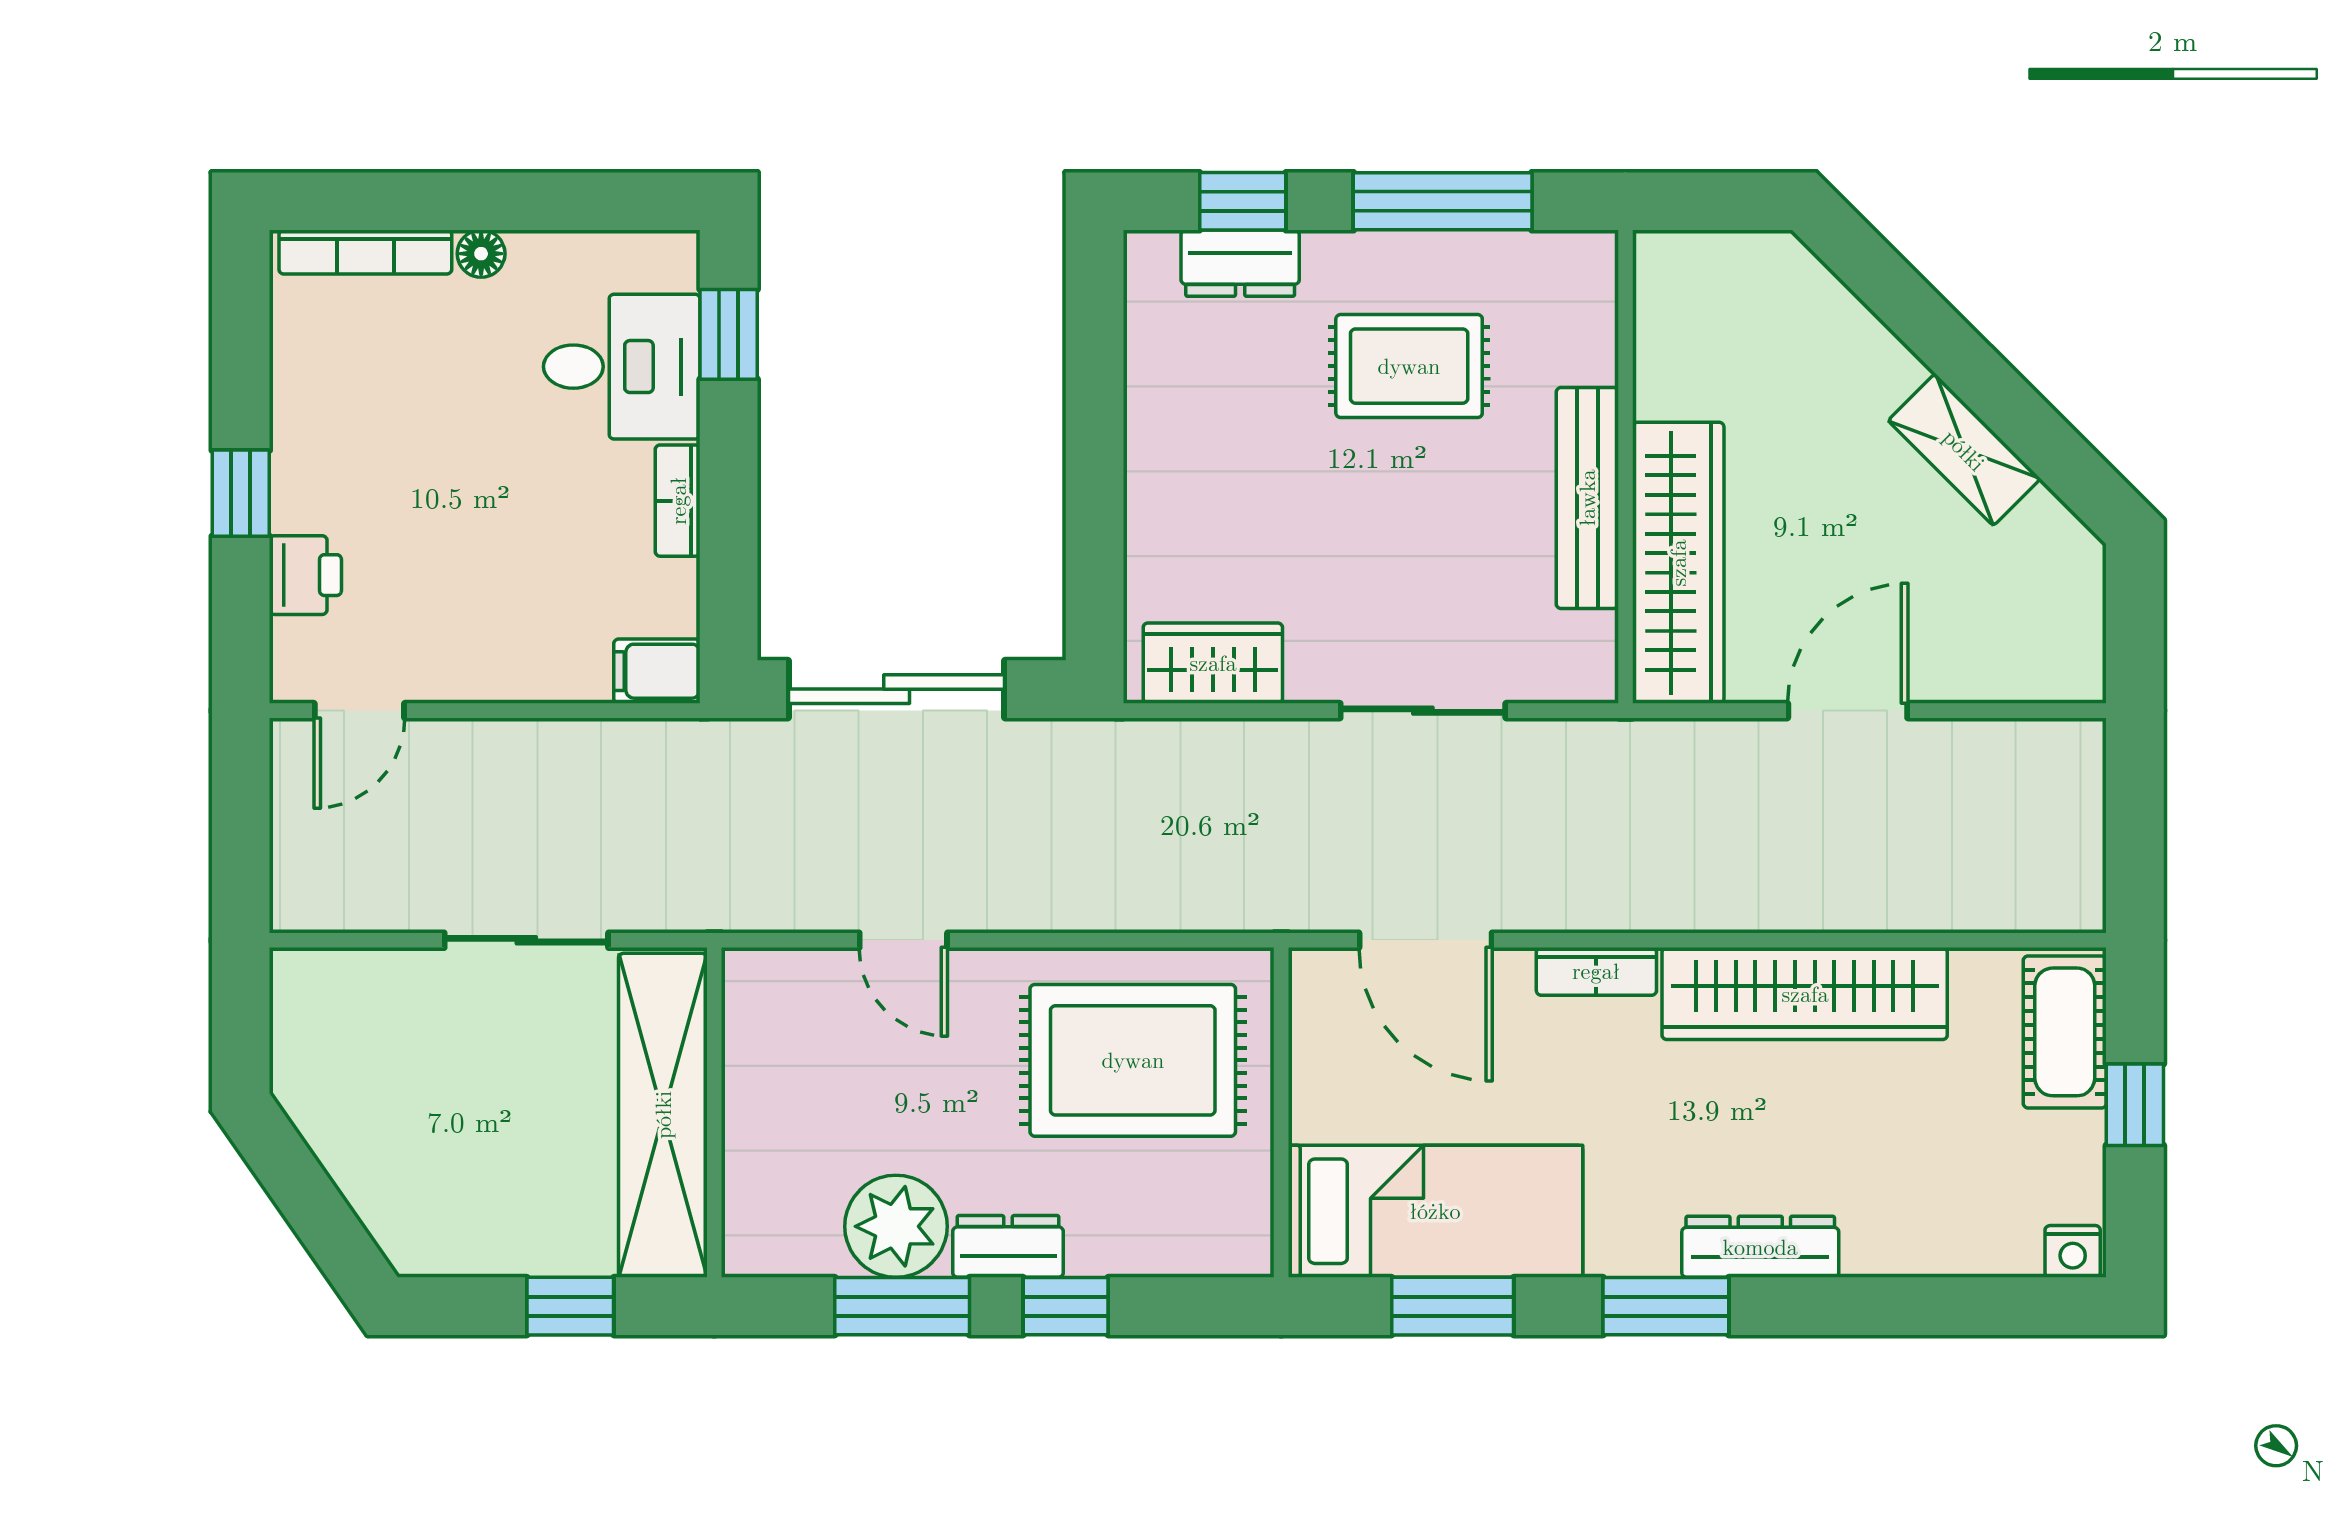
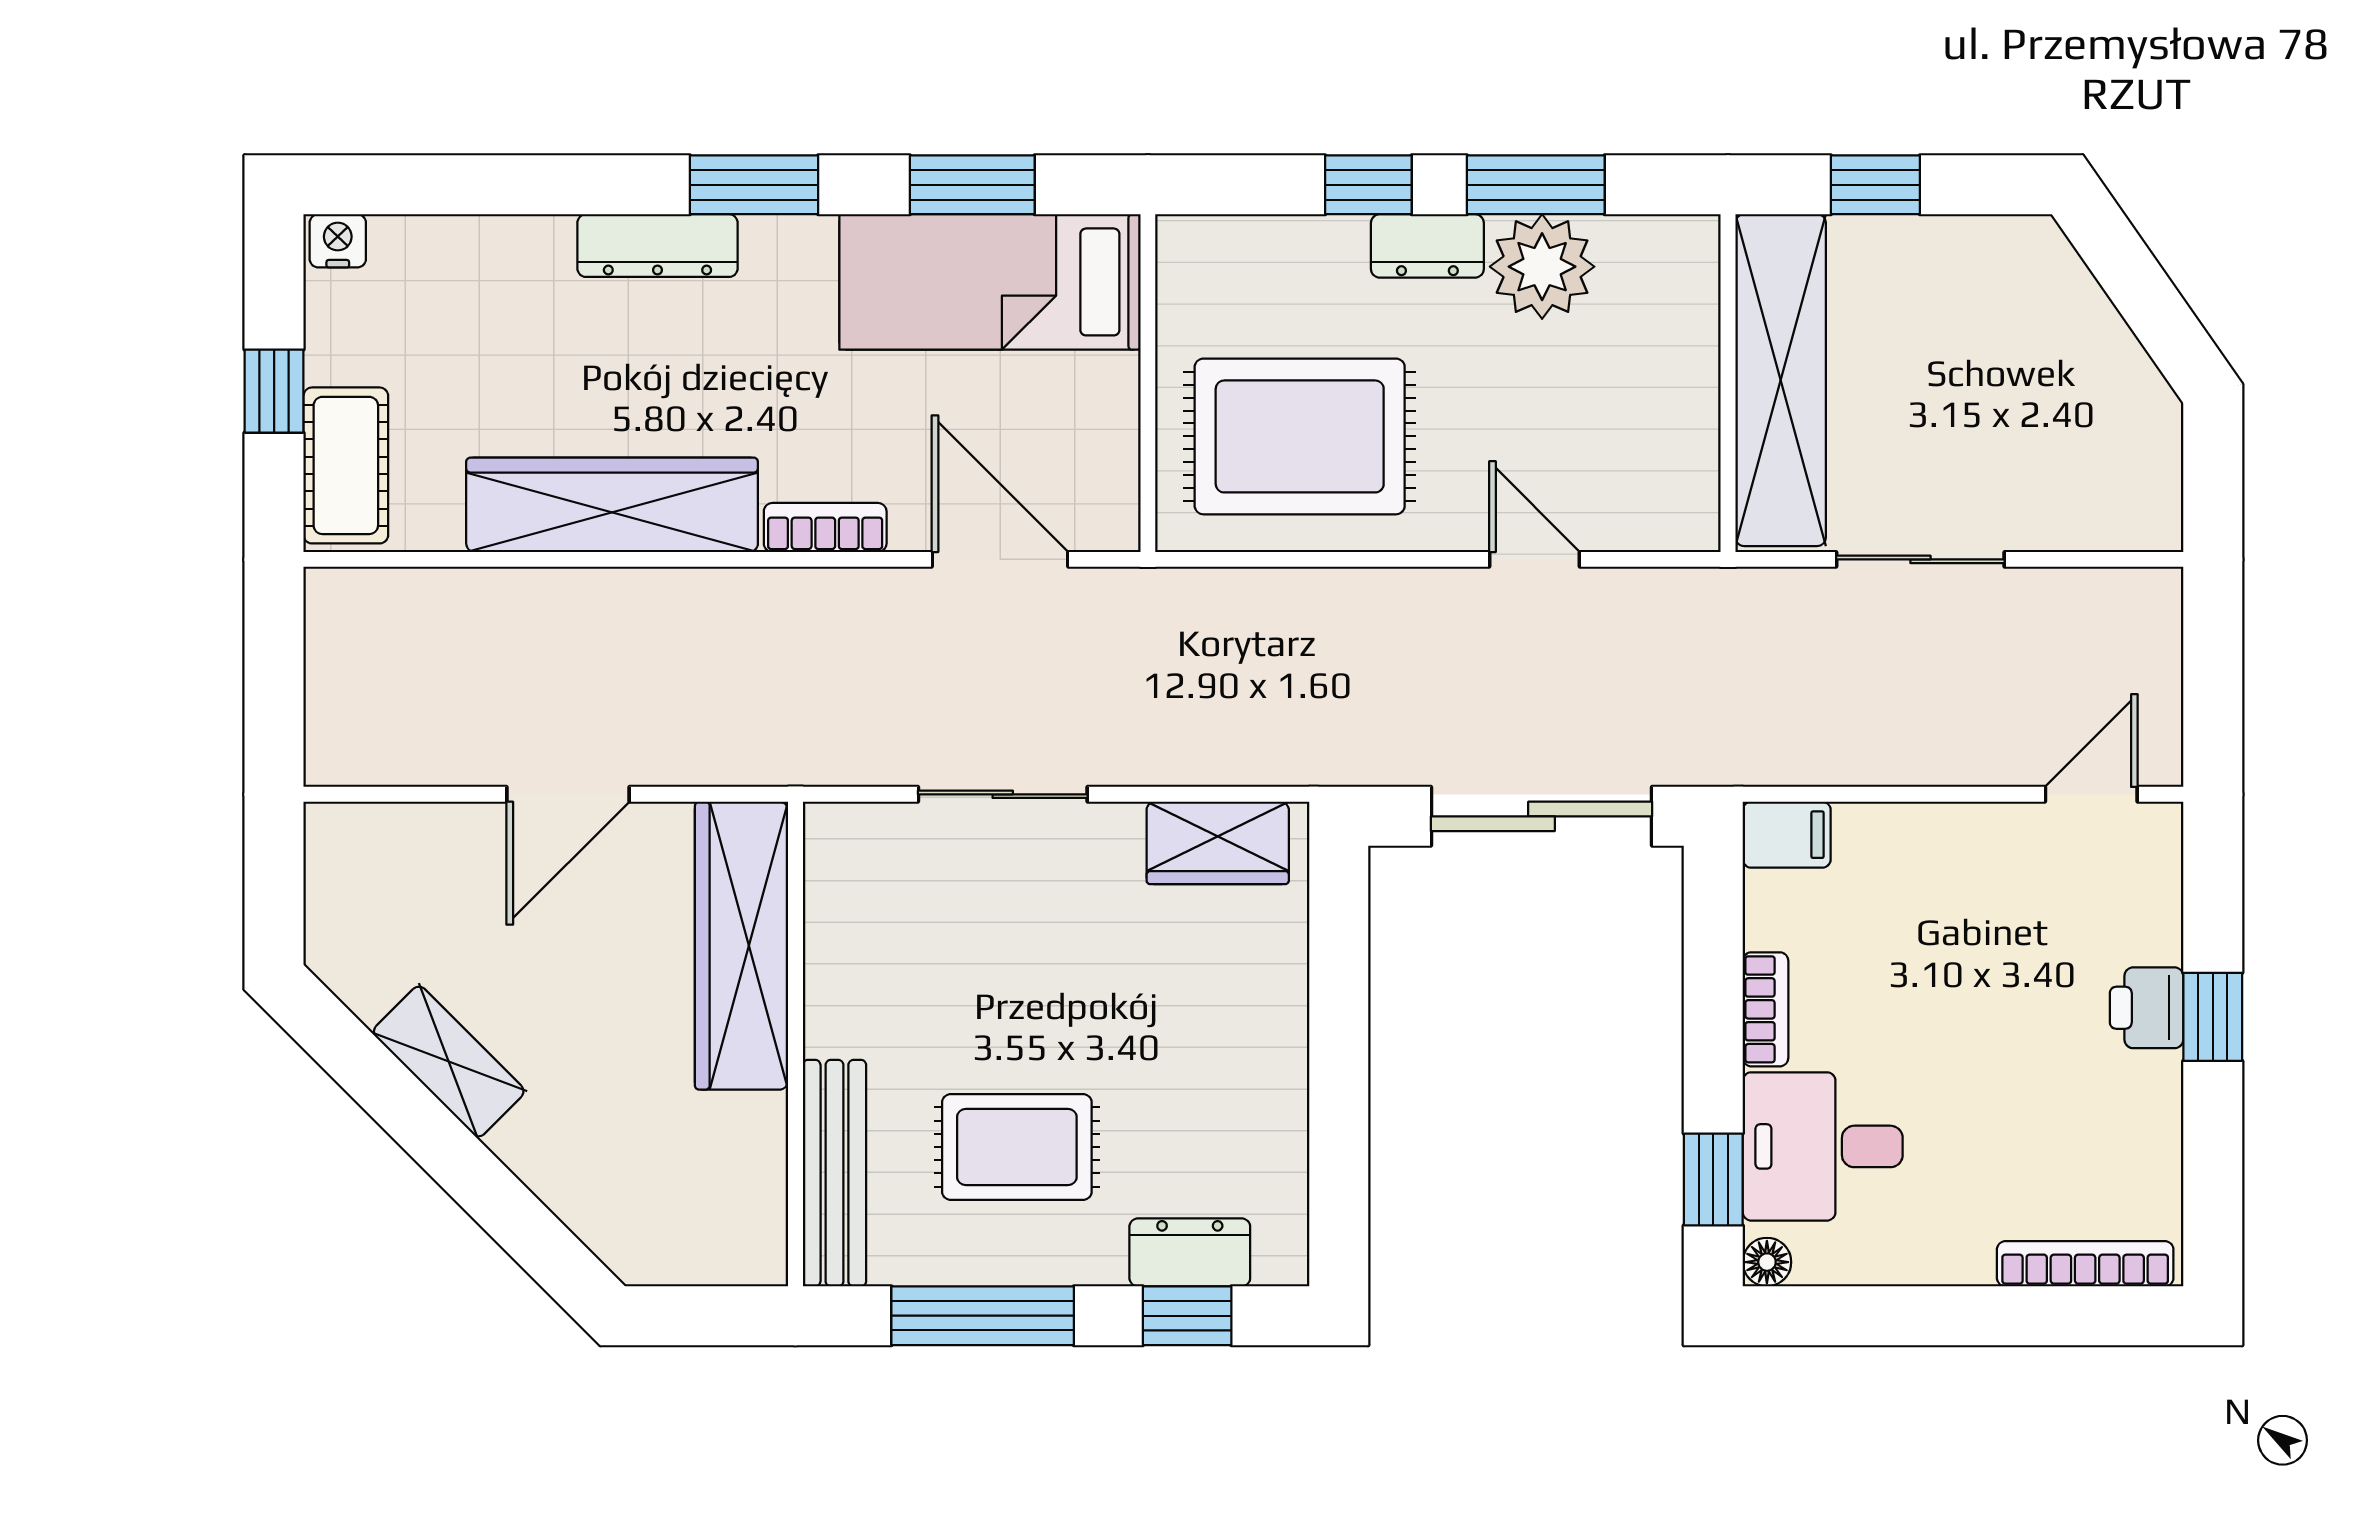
floor lamp: (481, 254) -> (1767, 1262), moved
bench: (1587, 498) -> (834, 1173), moved
printer: (305, 575) -> (2147, 1008), moved

